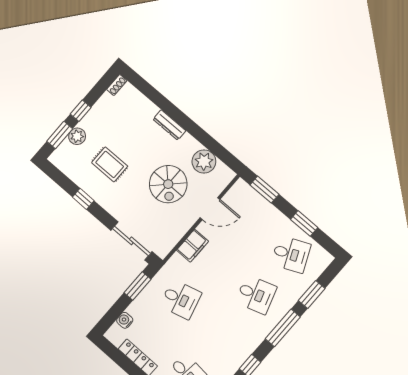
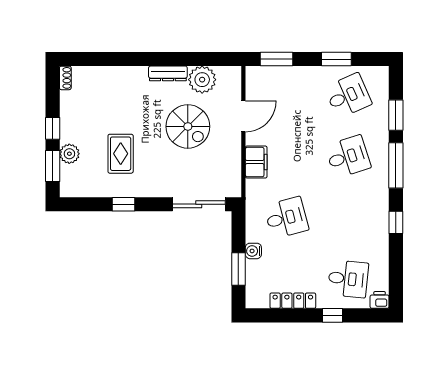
dresser: (169, 125) -> (168, 73), moved
rug: (110, 164) -> (121, 154), turned 90
window: (137, 286) -> (238, 269), moved
water cooler: (125, 320) -> (253, 251), moved

